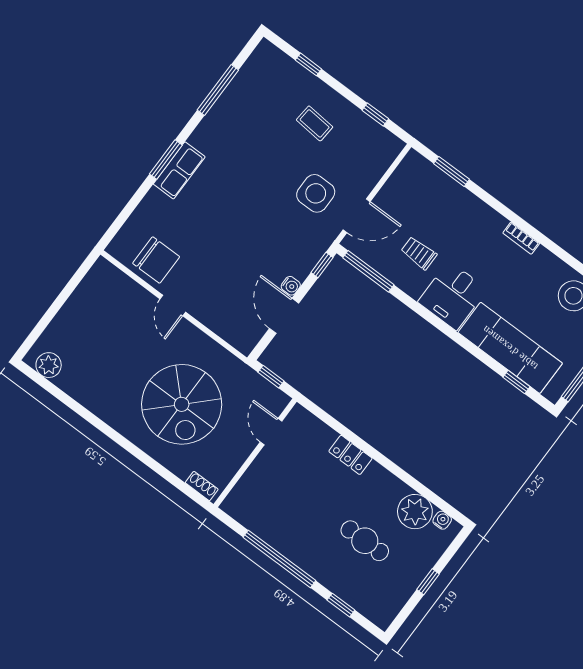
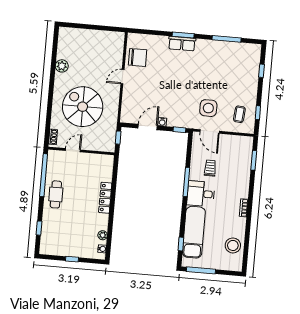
coffee table: (315, 123) -> (239, 114), moved
chair: (156, 260) -> (138, 57), turned -90
window: (368, 271) -> (186, 182), moved
plant: (49, 365) -> (62, 66), moved
spiral stairs: (182, 404) -> (83, 107), turned 90
door: (271, 432) -> (73, 150), moved
locker: (350, 455) -> (105, 198), width x1.53
plant: (415, 512) -> (103, 235), width x0.53, depth x0.53
cafe table: (365, 541) -> (56, 194), moved
window: (279, 559) -> (44, 175), moved

